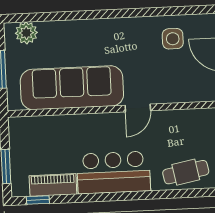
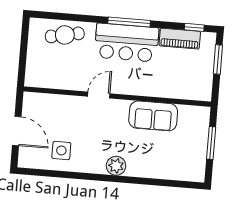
plant: (26, 33) -> (116, 166), moved
sofa: (72, 88) -> (153, 116), width x0.54, depth x0.79
window: (114, 197) -> (129, 22), added

